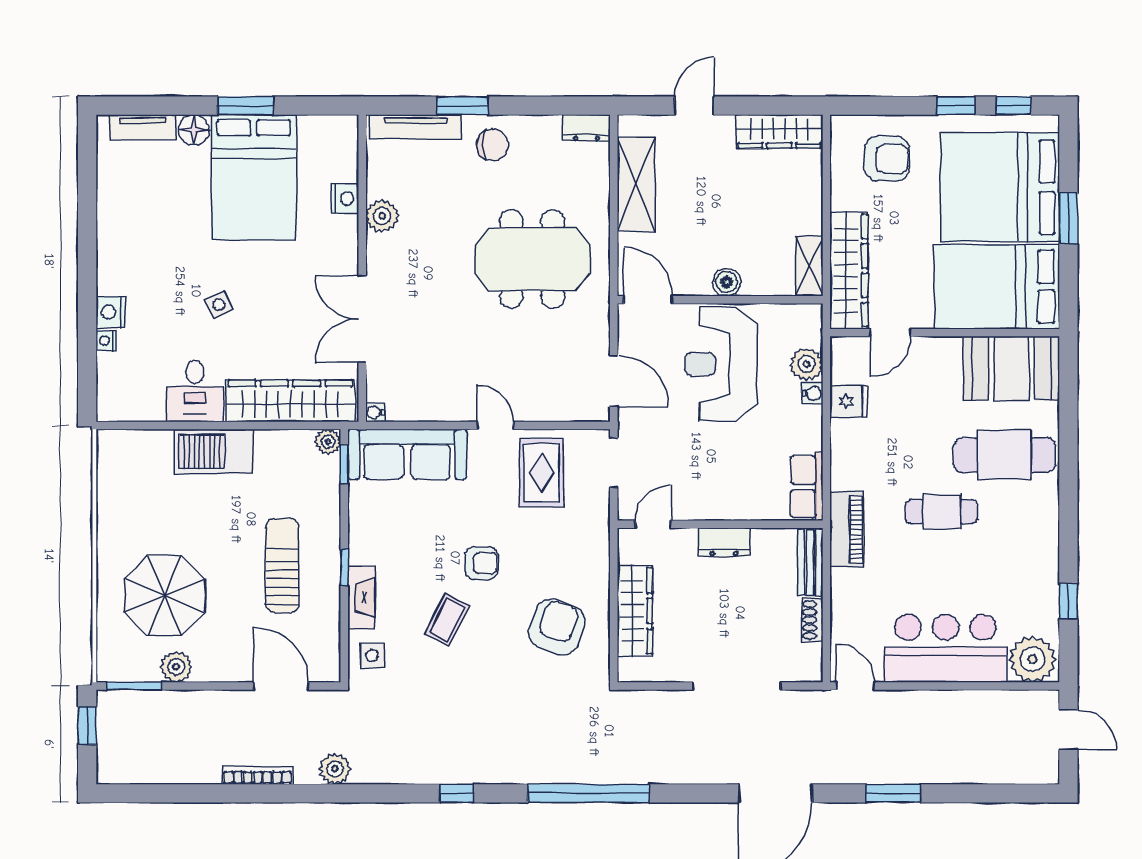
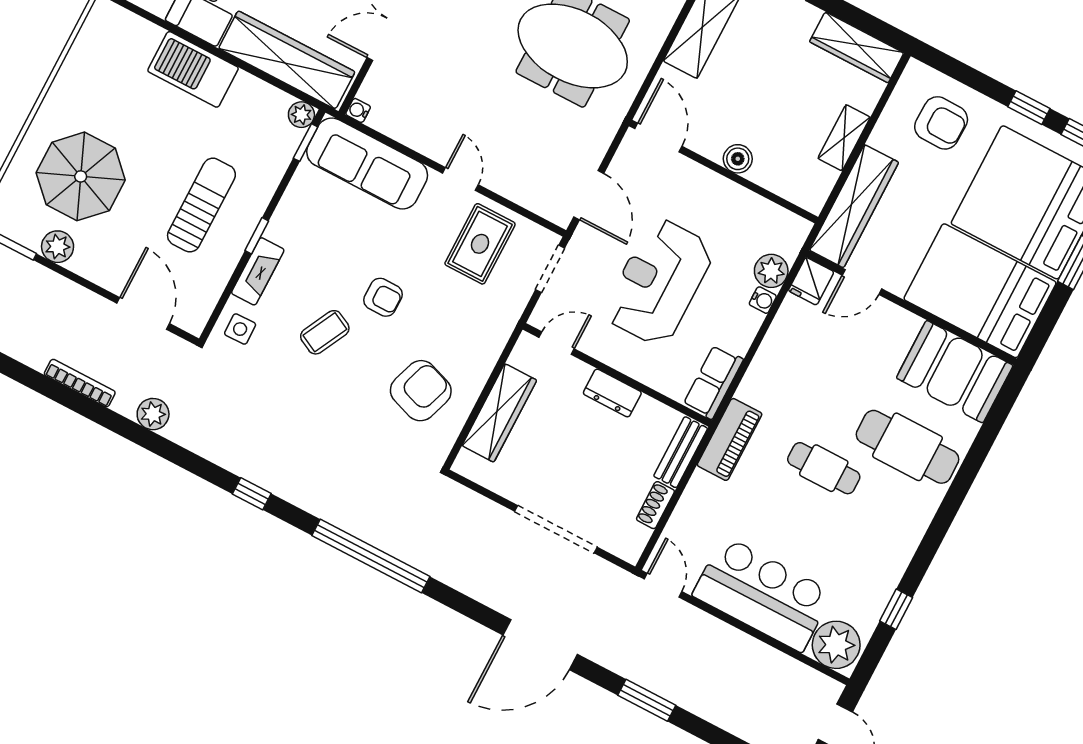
shelving: (809, 266) -> (844, 138), moved
reception desk: (721, 364) -> (659, 282), moved
fridge: (849, 401) -> (811, 281), moved, turned 90

